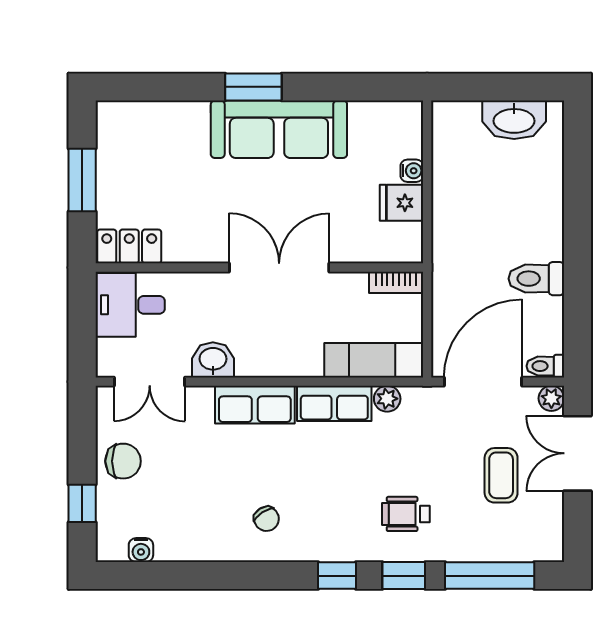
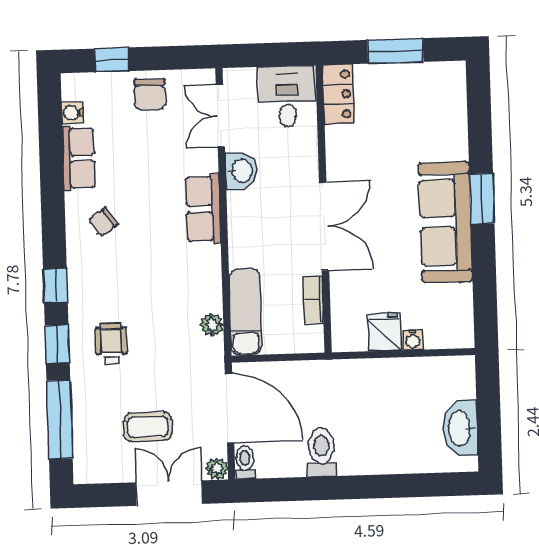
bookcase: (396, 282) -> (313, 299), moved
row of seats: (334, 403) -> (79, 158), moved, turned 180

